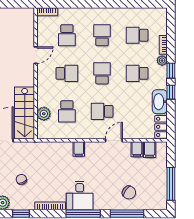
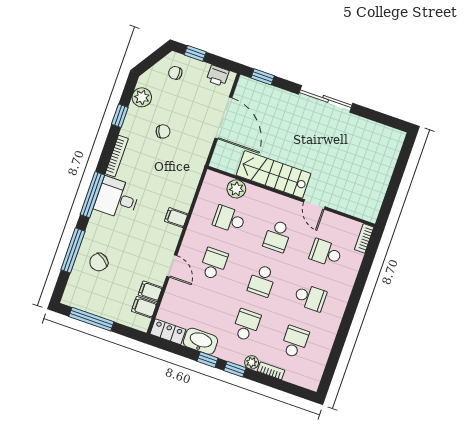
school desk: (102, 73) -> (262, 281), turned 90
stairs: (25, 113) -> (273, 174), moved

